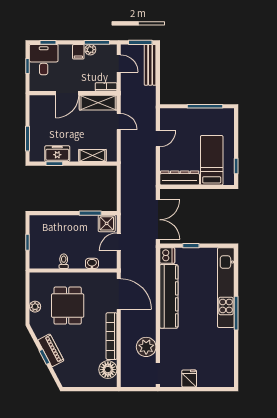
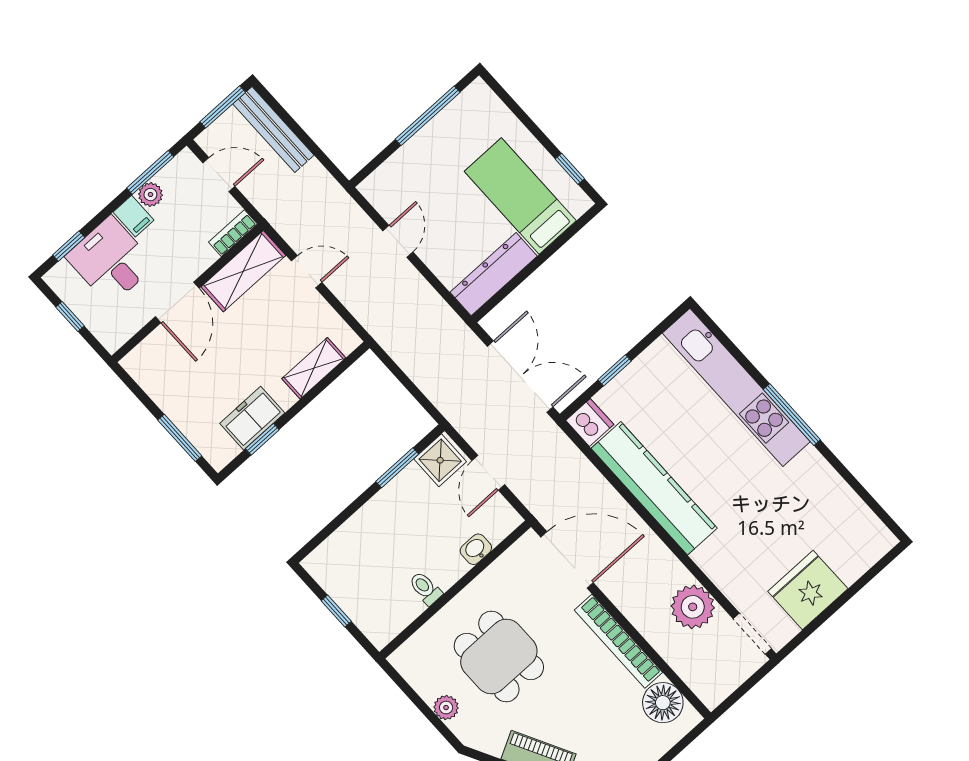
desk: (44, 60) -> (111, 261), moved
fridge: (189, 379) -> (808, 590), width x1.88, depth x1.34

